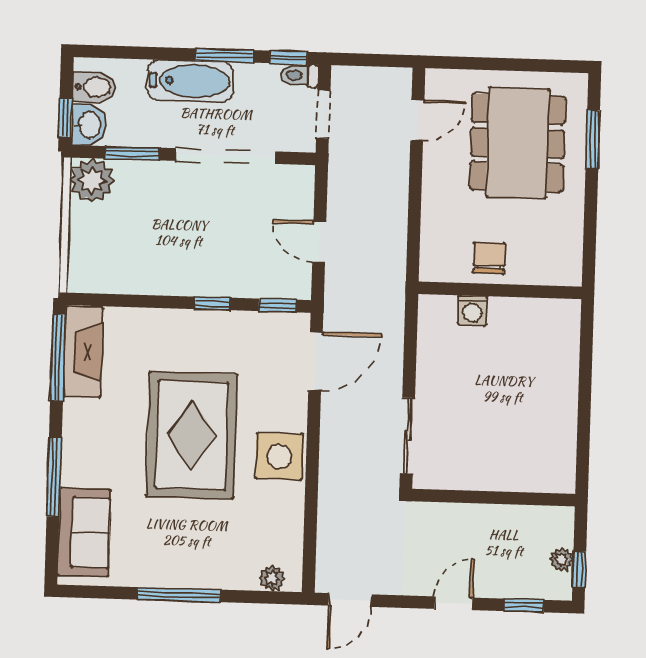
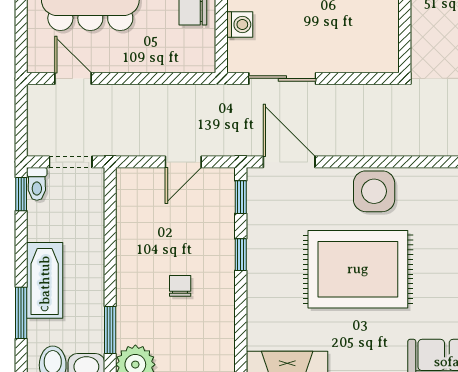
window: (224, 55) -> (21, 313), moved
doorway: (225, 156) -> (110, 247), removed
chair: (179, 234) -> (180, 286), added
sliding door: (407, 436) -> (282, 78), moved

